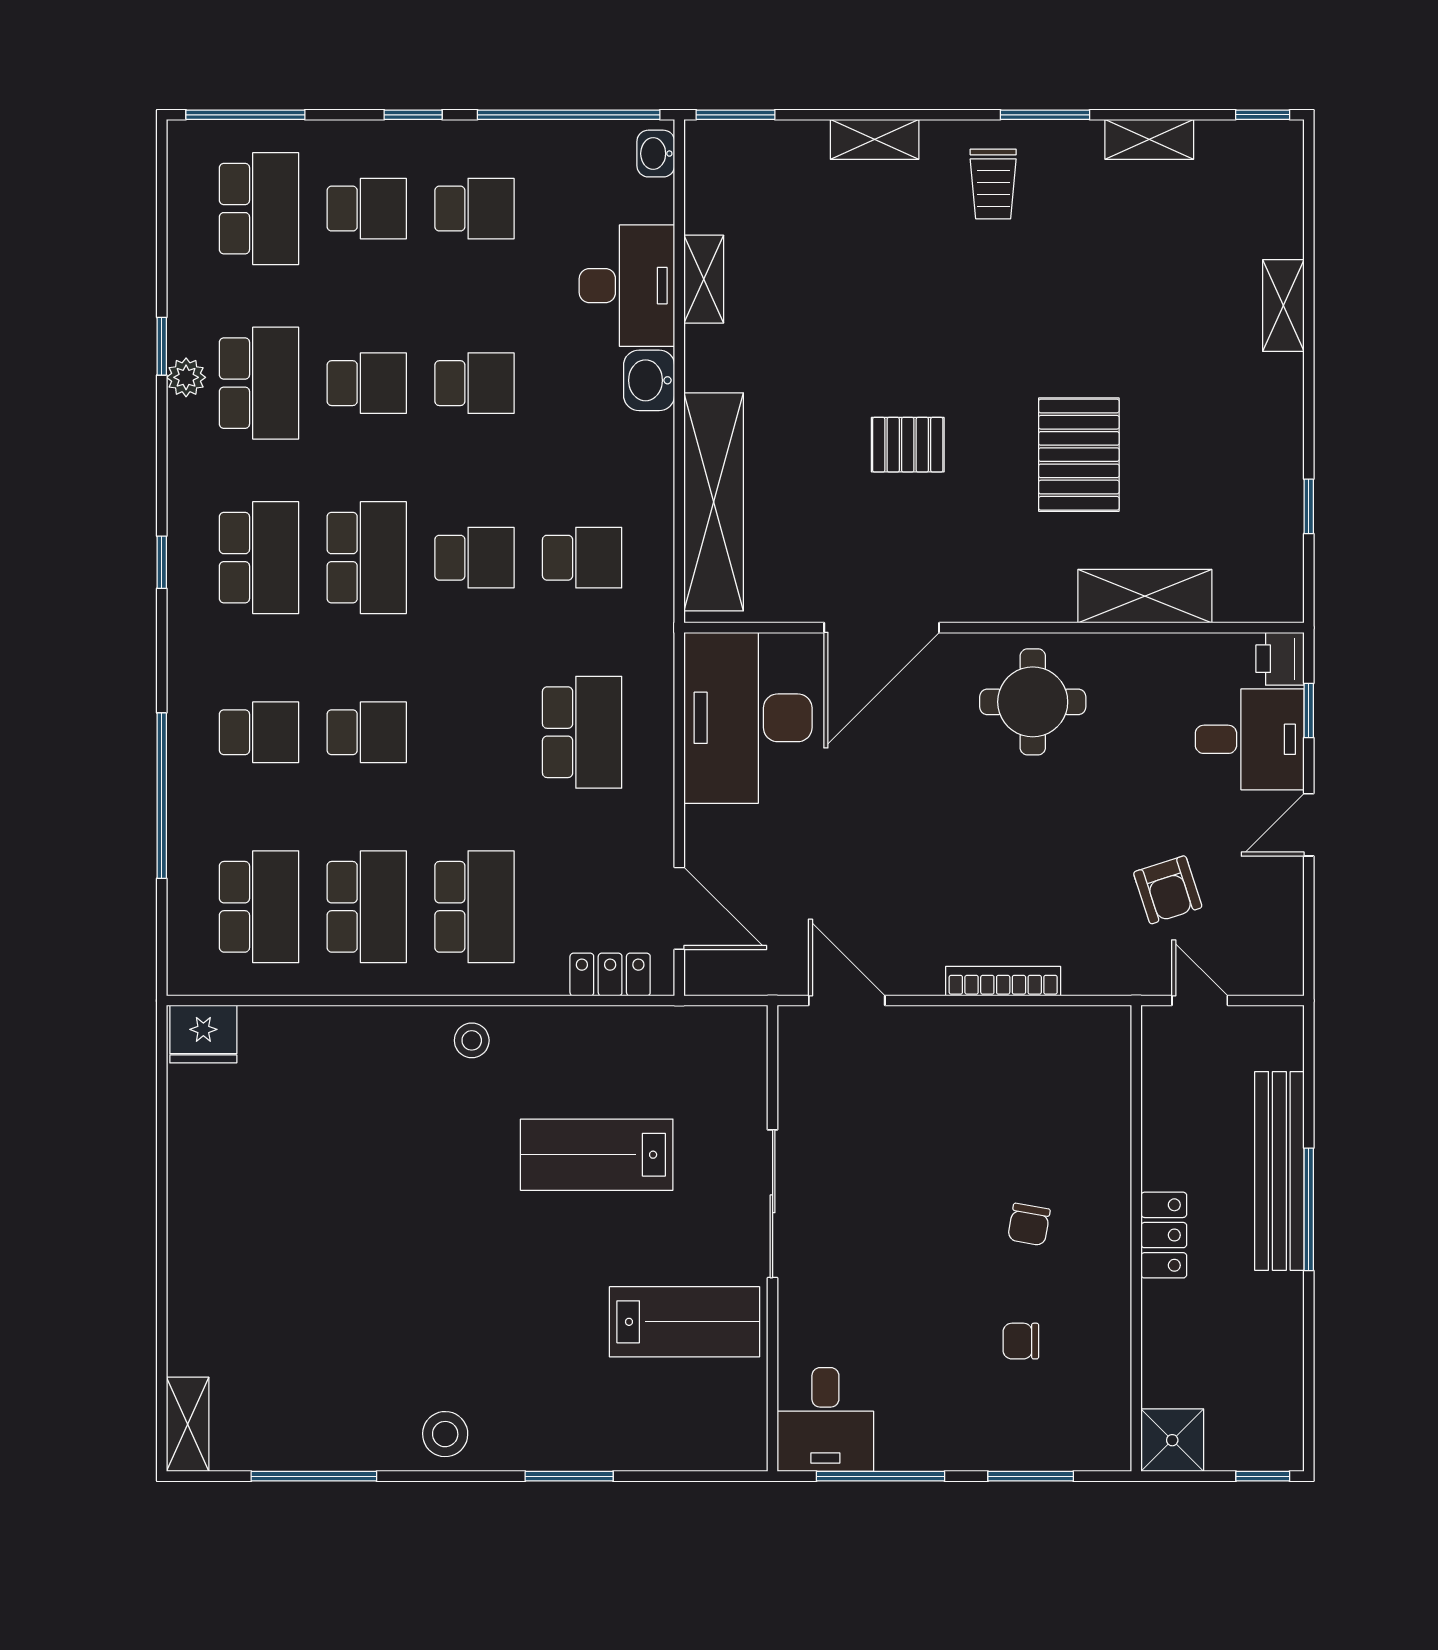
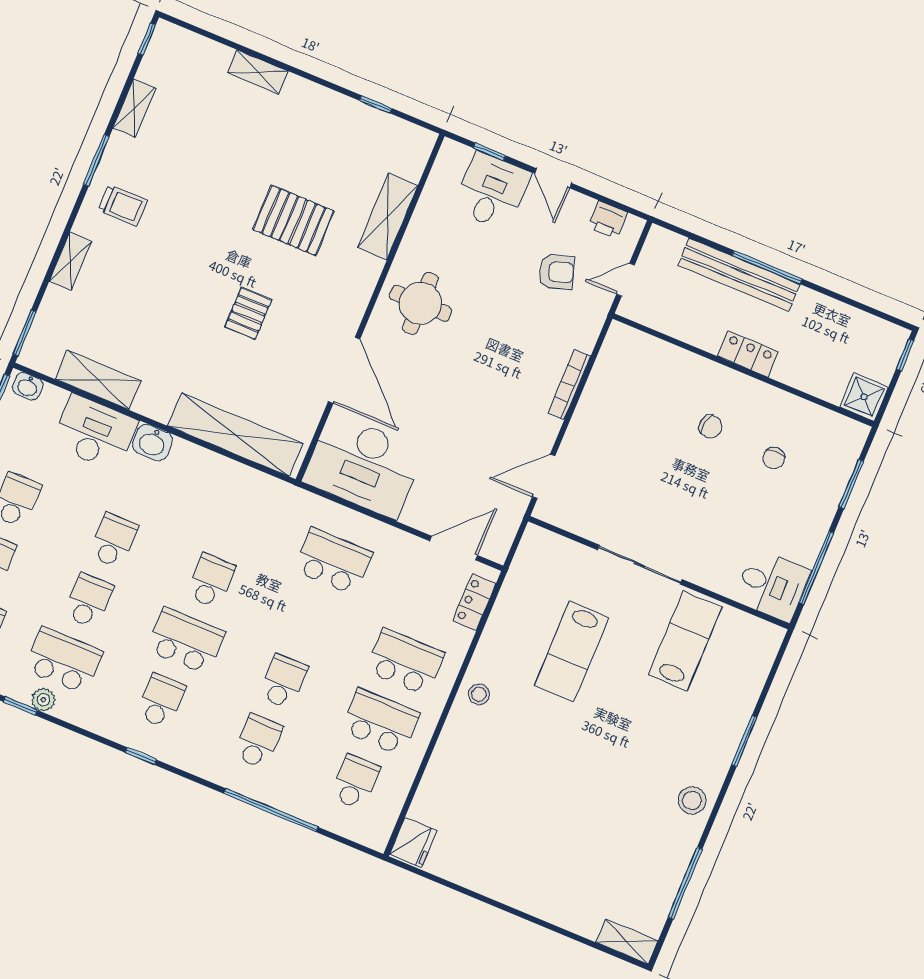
shelving: (704, 279) -> (98, 380), width x1.50, depth x1.33
school desk: (259, 558) -> (161, 701), width x0.54
school desk: (582, 558) -> (236, 521), removed
printer: (1280, 659) -> (608, 220), moved
school desk: (259, 907) -> (355, 782), width x0.54

